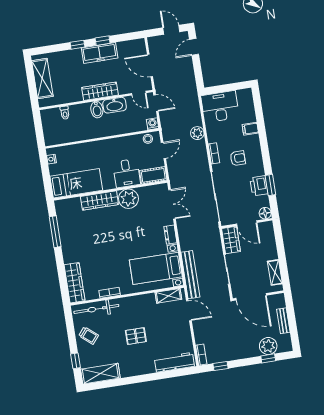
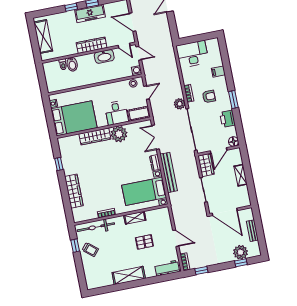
bidet: (97, 110) -> (72, 64), moved
plant: (197, 133) -> (180, 104), moved
bed: (76, 183) -> (74, 118), width x1.50
window: (270, 185) -> (233, 100), moved
double door: (172, 204) -> (155, 137), swing flipped
door: (247, 223) -> (219, 151), hinge flipped
window: (55, 232) -> (59, 164), width x0.46
shelving: (275, 272) -> (241, 175), moved
bench: (190, 275) -> (169, 172), moved
wardrobe: (75, 283) -> (74, 191), moved
shelving: (168, 296) -> (135, 218), moved
door: (189, 311) -> (176, 238), moved
pallet: (136, 336) -> (144, 242), moved
window: (76, 361) -> (75, 246), moved
workbench: (174, 362) -> (167, 268), width x0.73
shelving: (100, 374) -> (129, 276), moved

